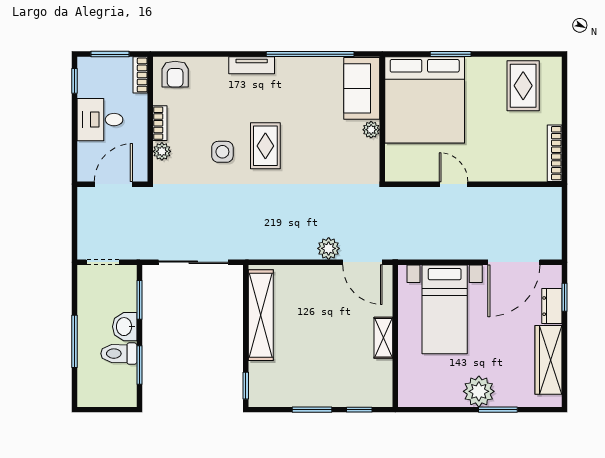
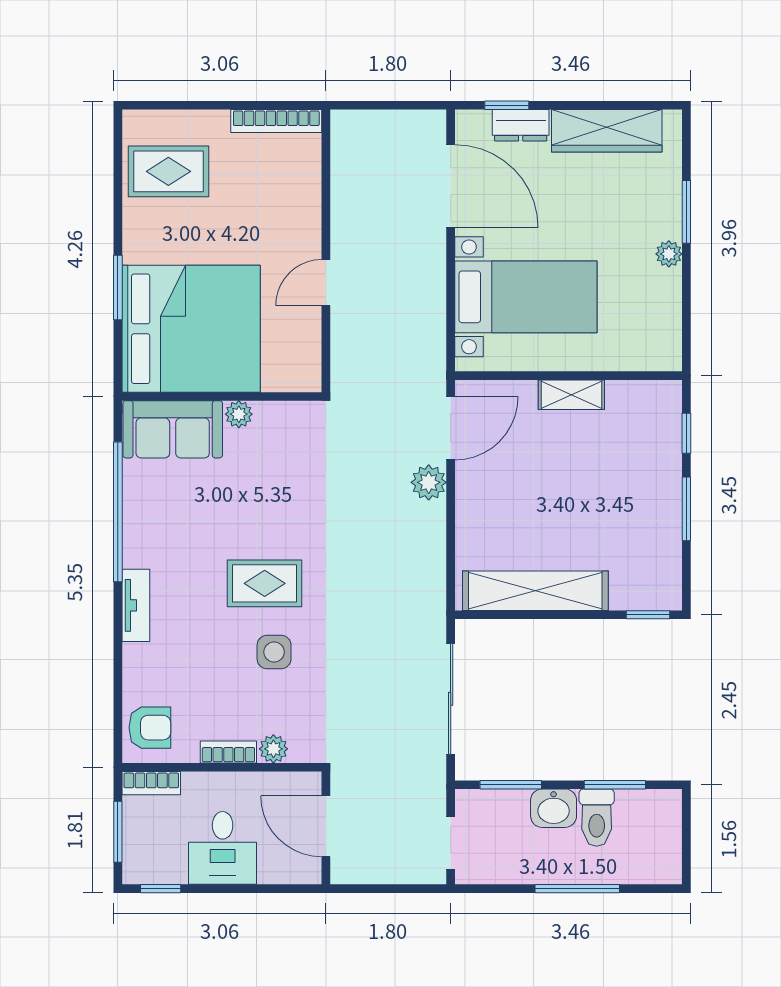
plant: (479, 391) -> (669, 254), width x0.53, depth x0.53

